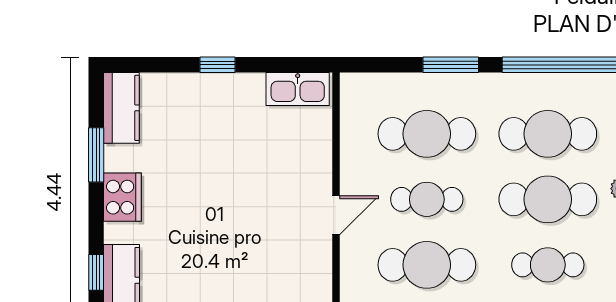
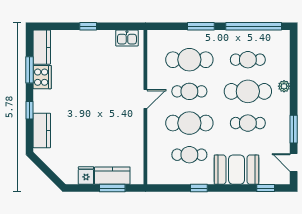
kitchen sink: (298, 89) -> (127, 38), width x0.73
cafe table: (548, 134) -> (248, 60), width x0.73, depth x0.74
cooker: (122, 197) -> (42, 77), moved
window: (96, 272) -> (29, 110), moved

